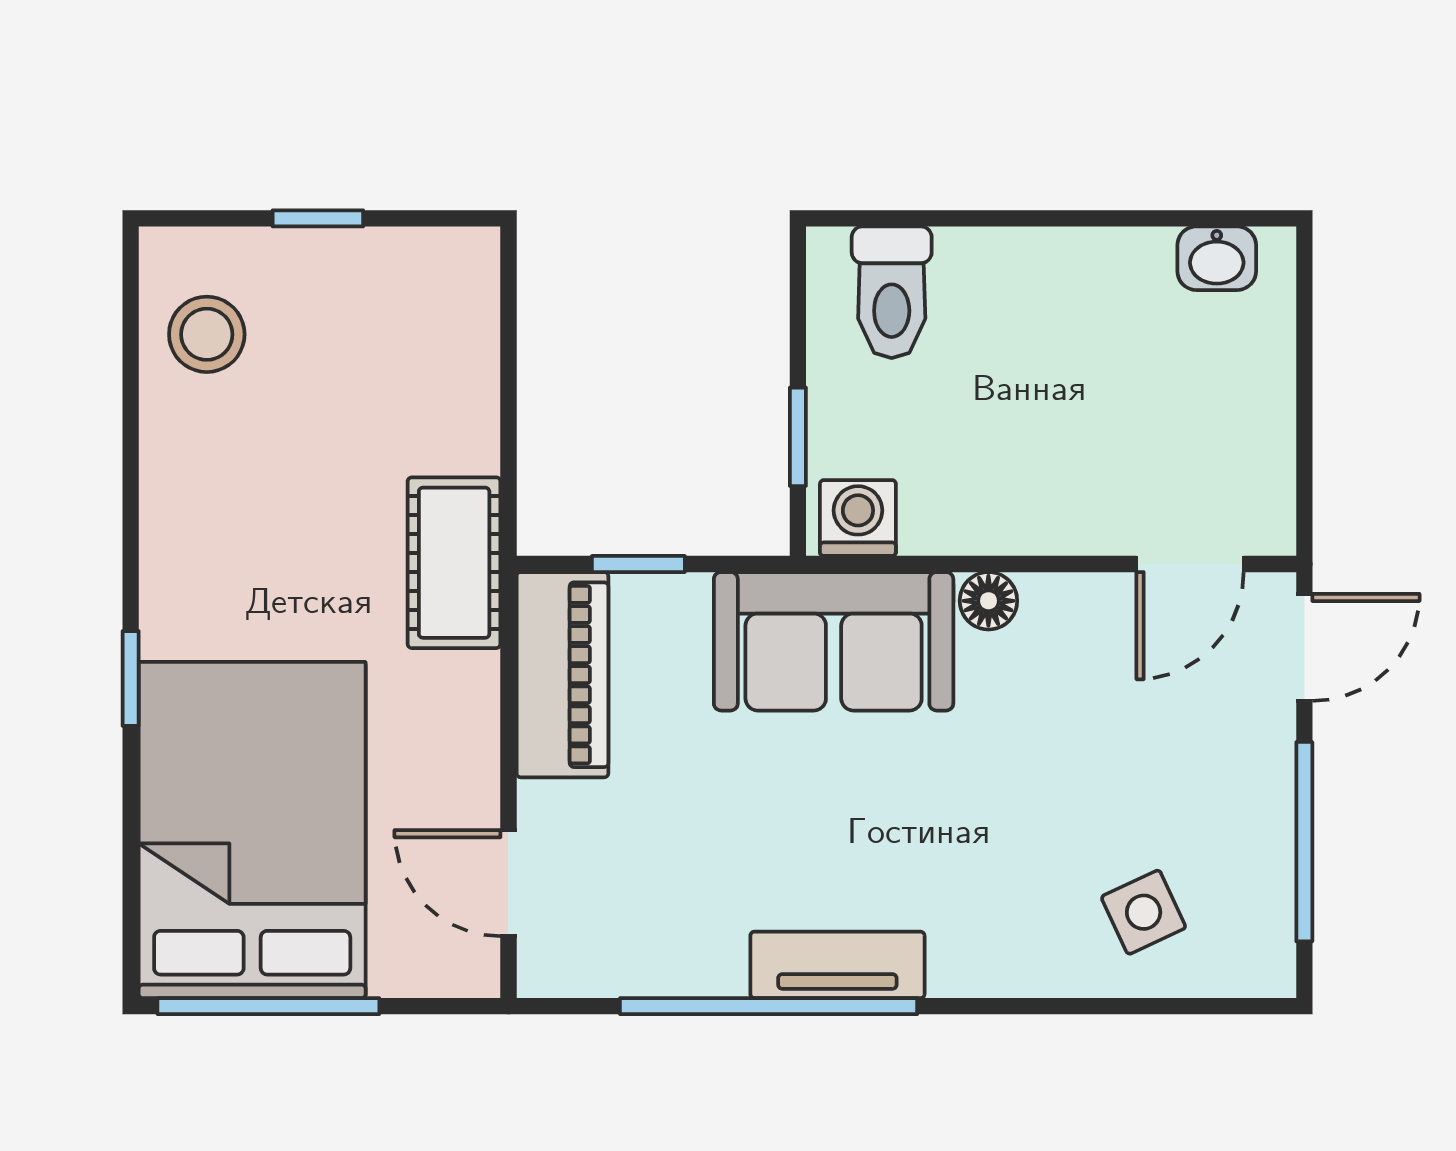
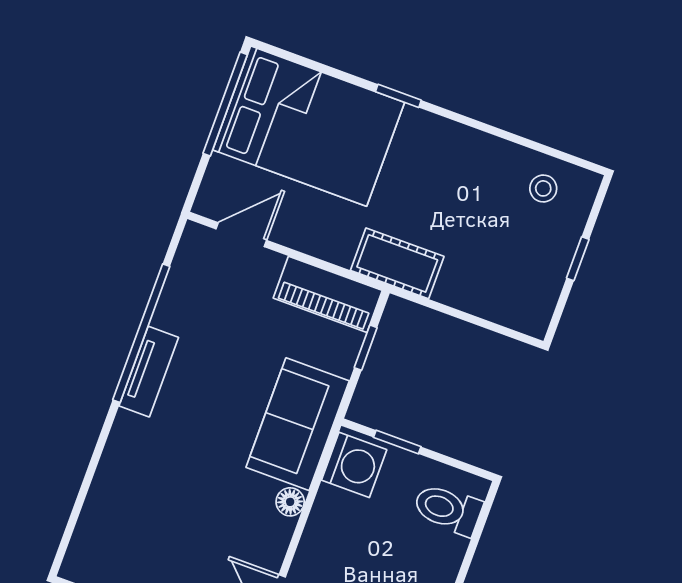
stool: (207, 334) -> (543, 188), width x0.73, depth x0.73
washing machine: (858, 518) -> (354, 465), width x1.38, depth x1.38
side table: (1144, 912) -> (122, 521), removed

